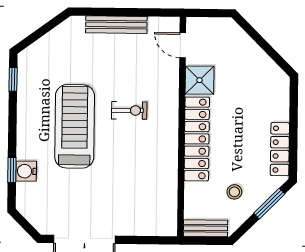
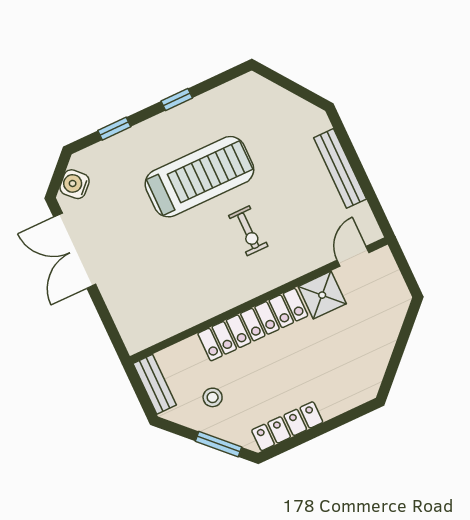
window: (13, 79) -> (177, 99), moved
water cooler: (26, 171) -> (75, 184), moved, turned -45

